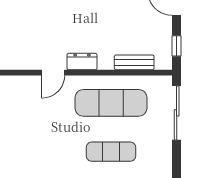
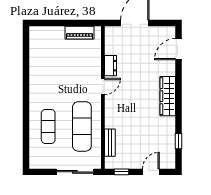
dresser: (82, 62) -> (111, 66), moved
door: (53, 73) -> (103, 86), swing flipped

